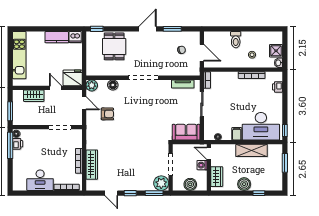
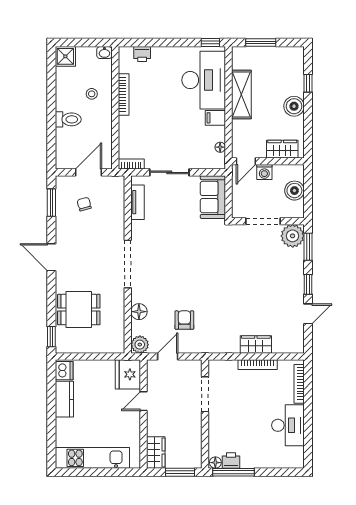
window: (172, 29) -> (51, 203), moved
shower: (276, 51) -> (65, 56), moved
wardrobe: (34, 96) -> (156, 453), moved
wardrobe: (92, 165) -> (256, 344), width x0.67

